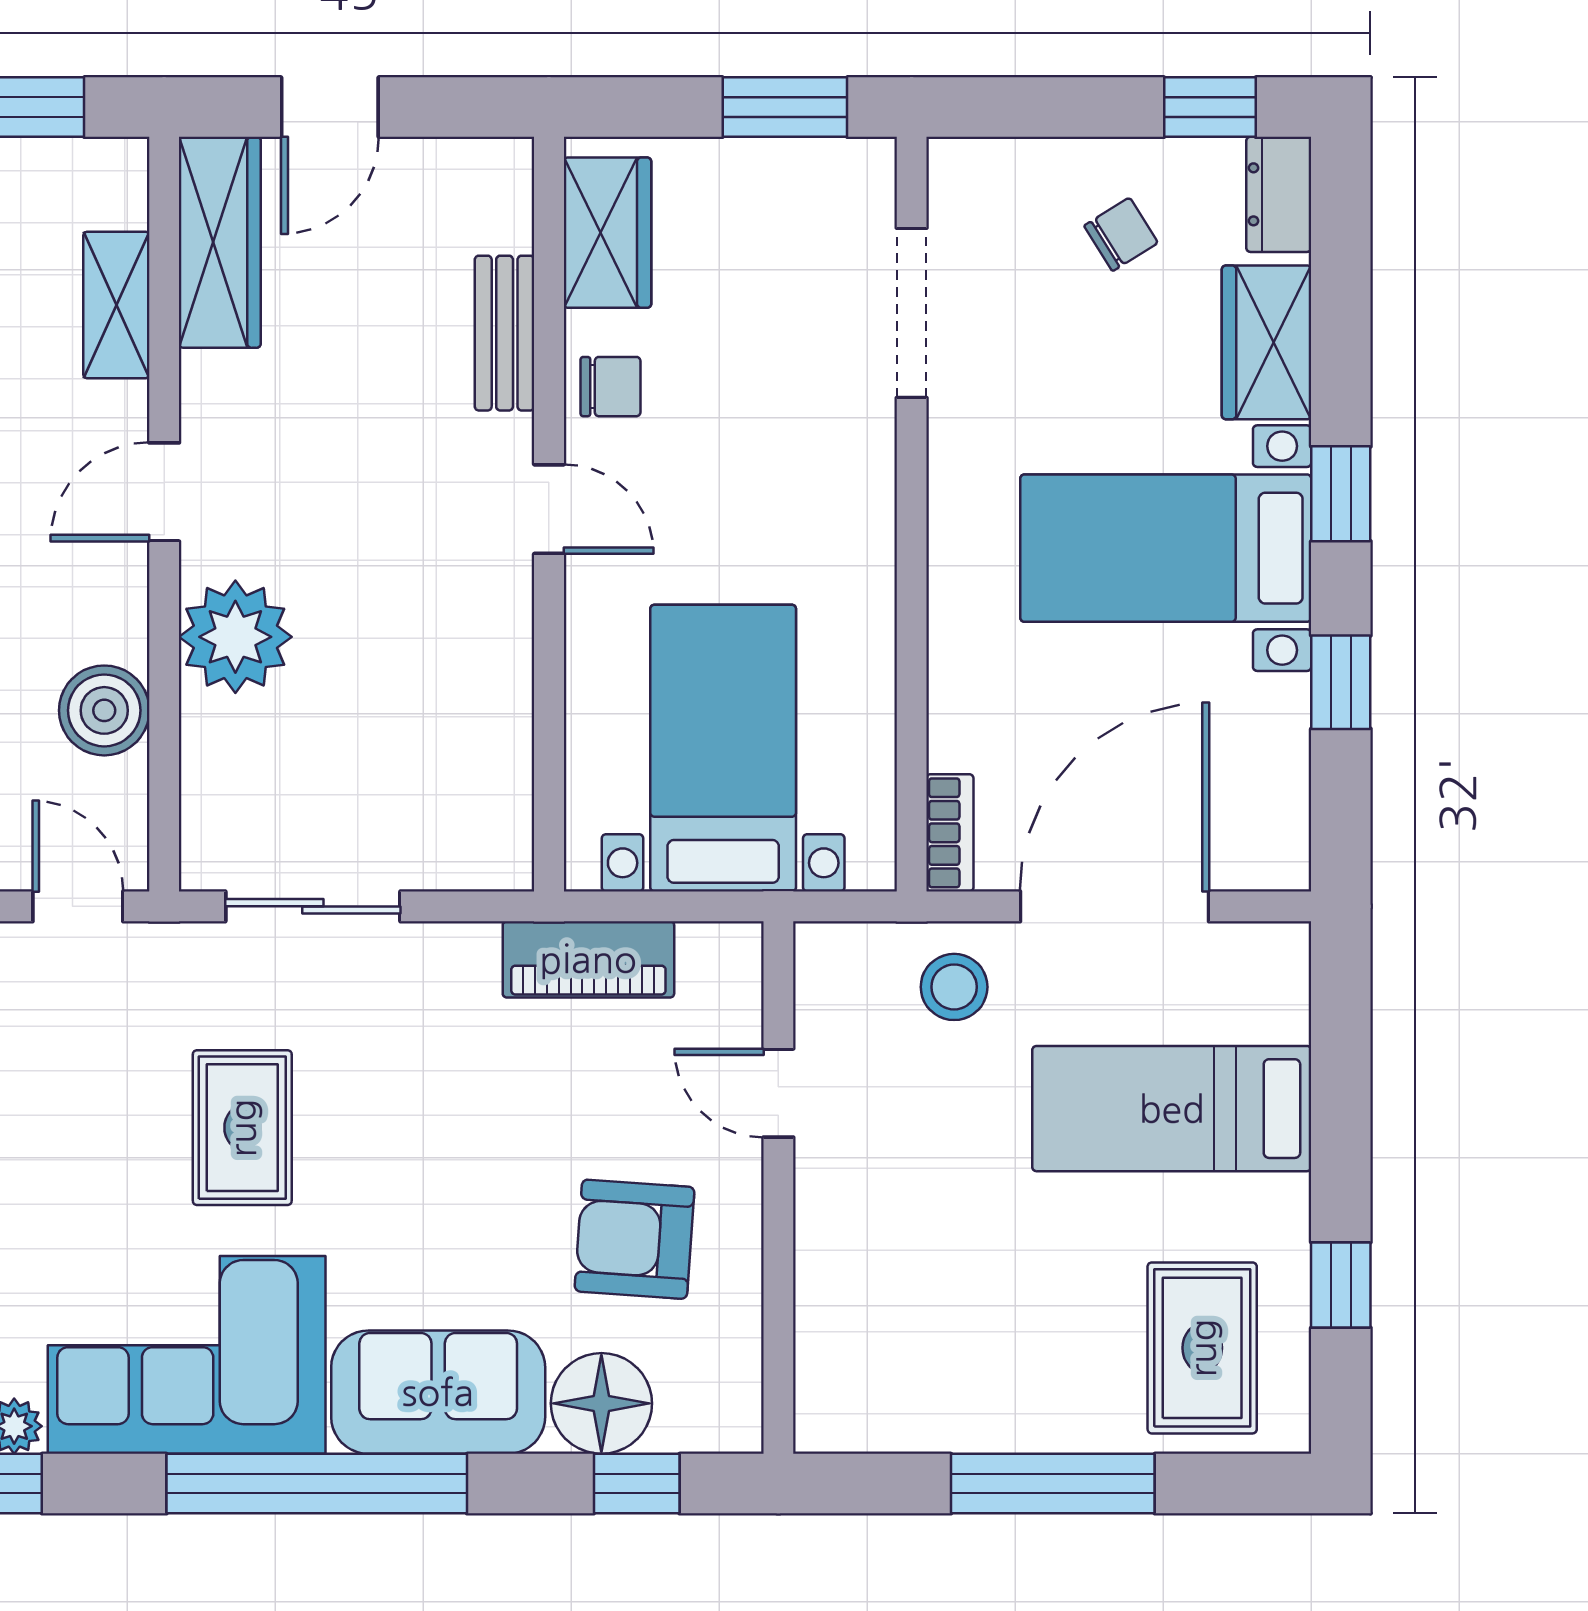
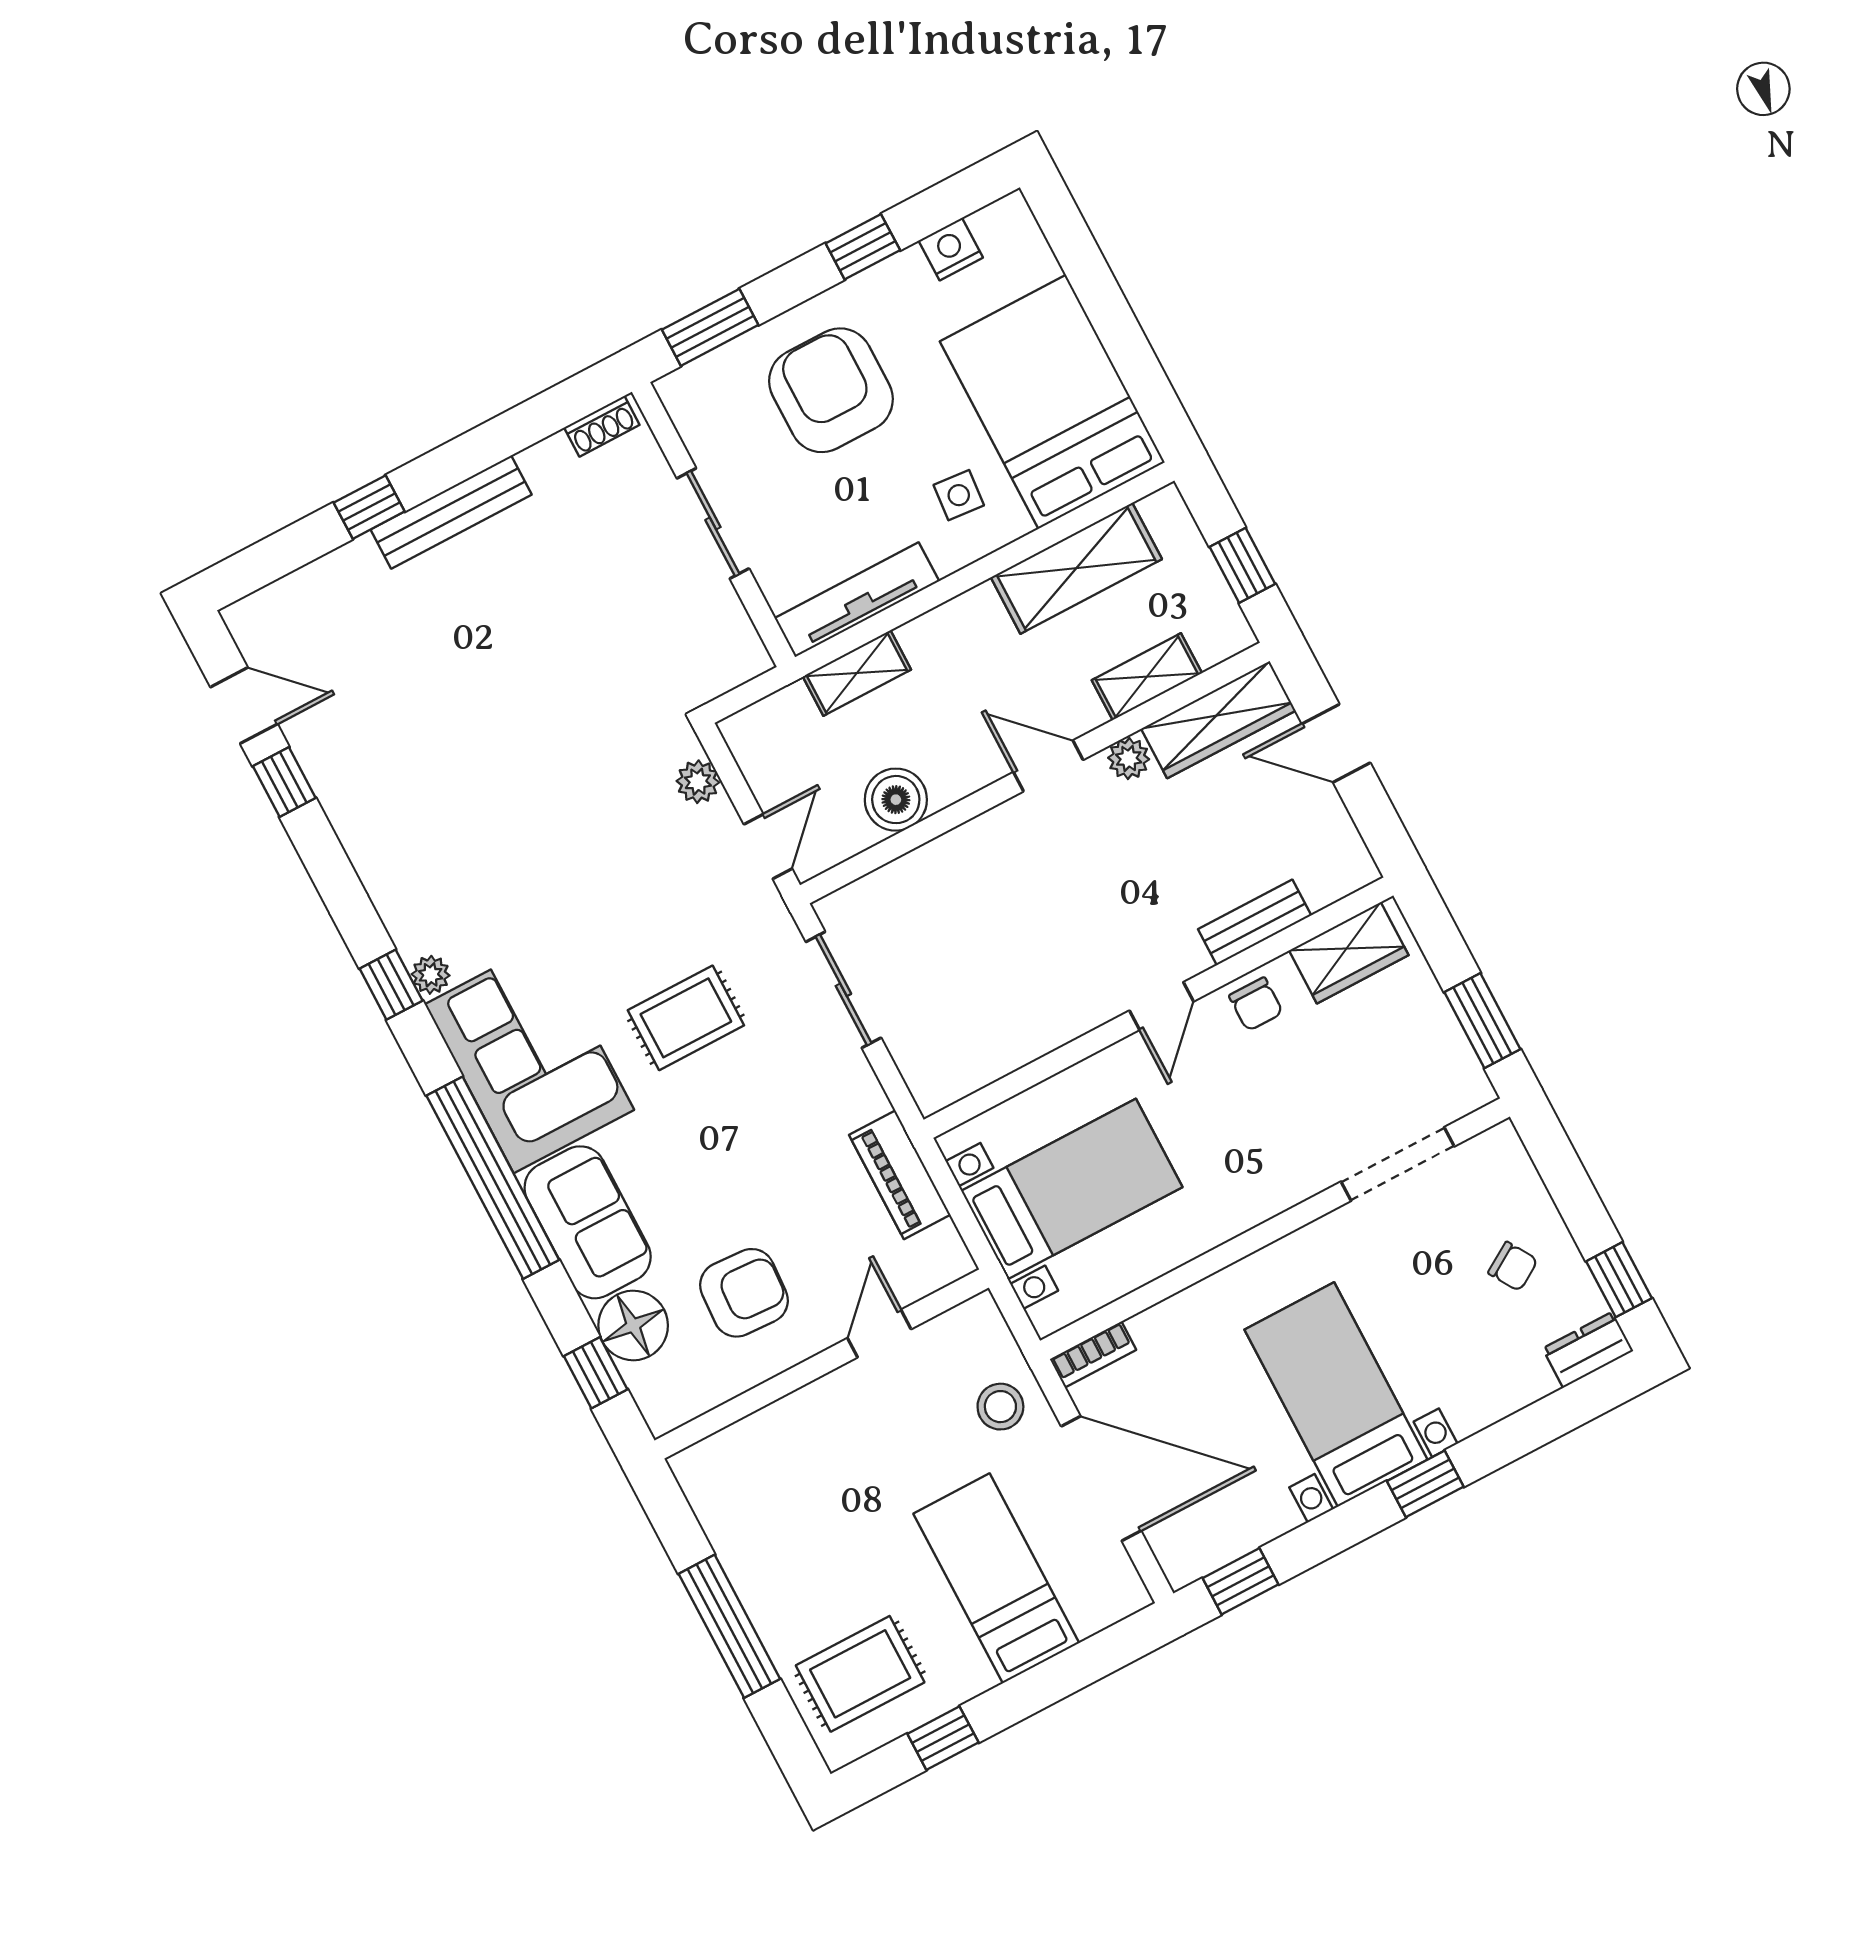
wardrobe: (1267, 342) -> (1494, 1390), removed
plant: (235, 637) -> (1129, 759), moved, width x0.53, depth x0.53
window: (1341, 682) -> (1240, 1581), moved
armchair: (635, 1239) -> (744, 1293), turned 89

